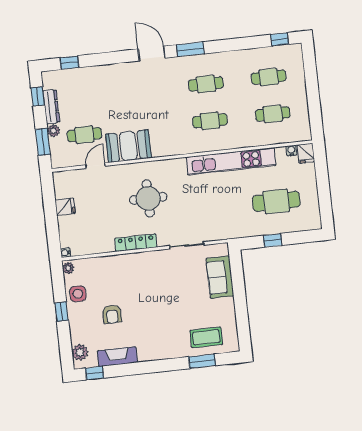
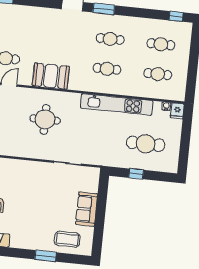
booth: (128, 146) -> (51, 76), moved
locker: (136, 243) -> (28, 152), removed
sofa: (220, 277) -> (87, 209), moved
window: (202, 361) -> (46, 256), moved

